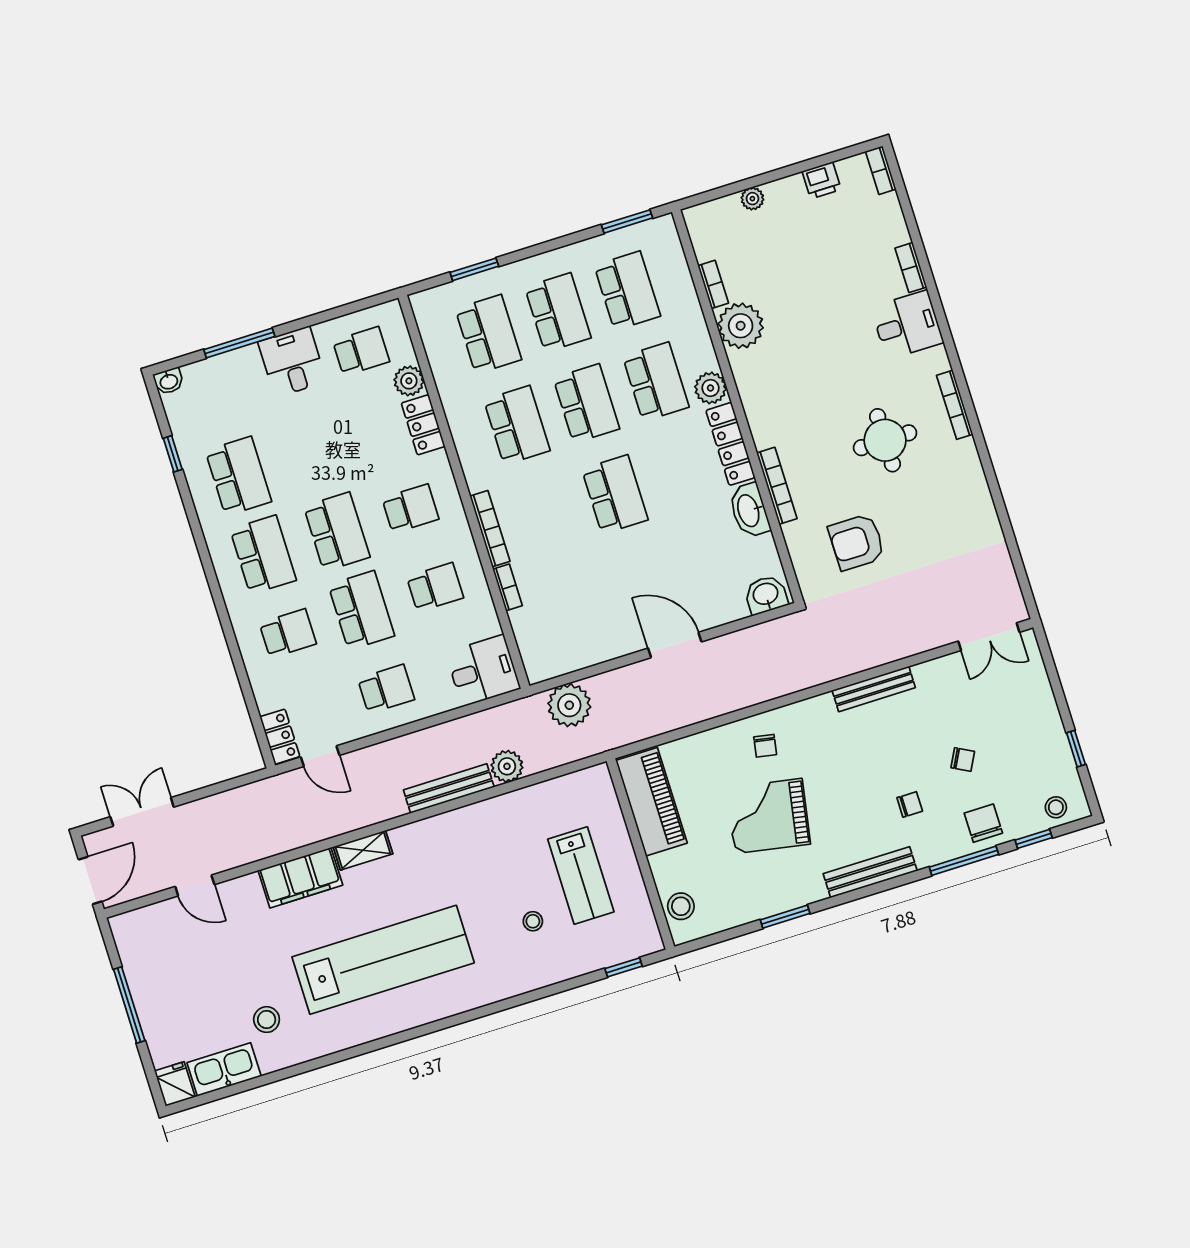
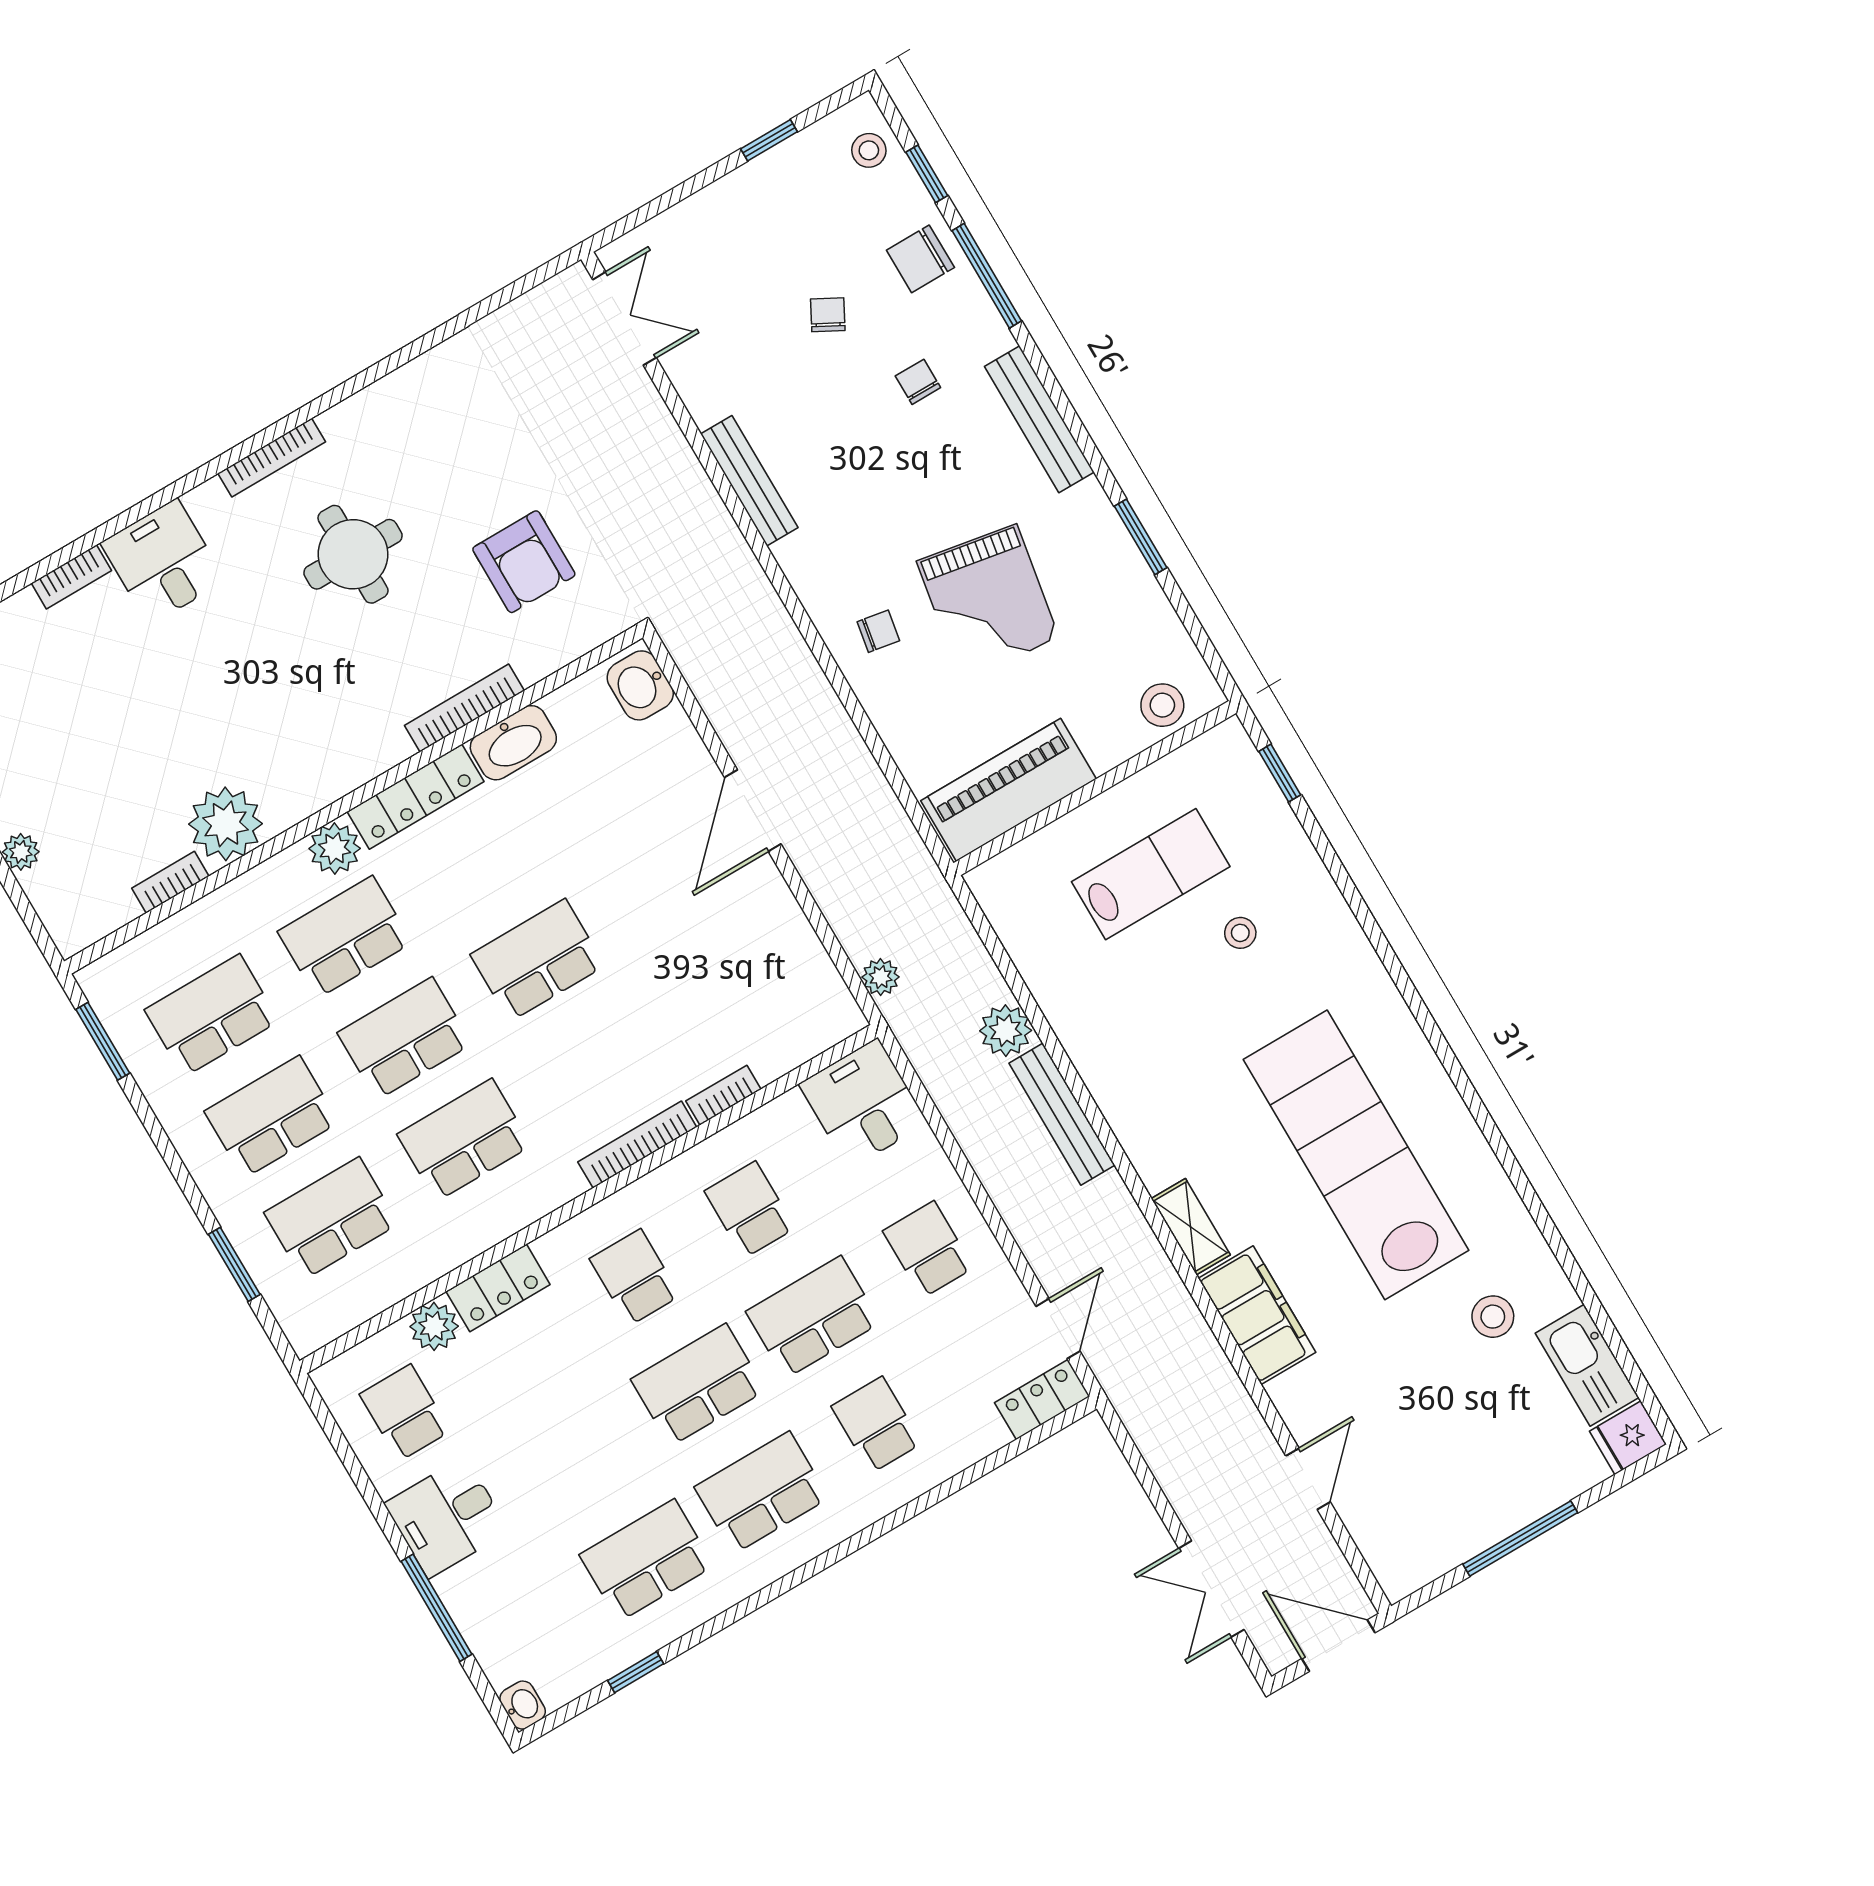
plant: (569, 705) -> (881, 977), width x0.53, depth x0.53

